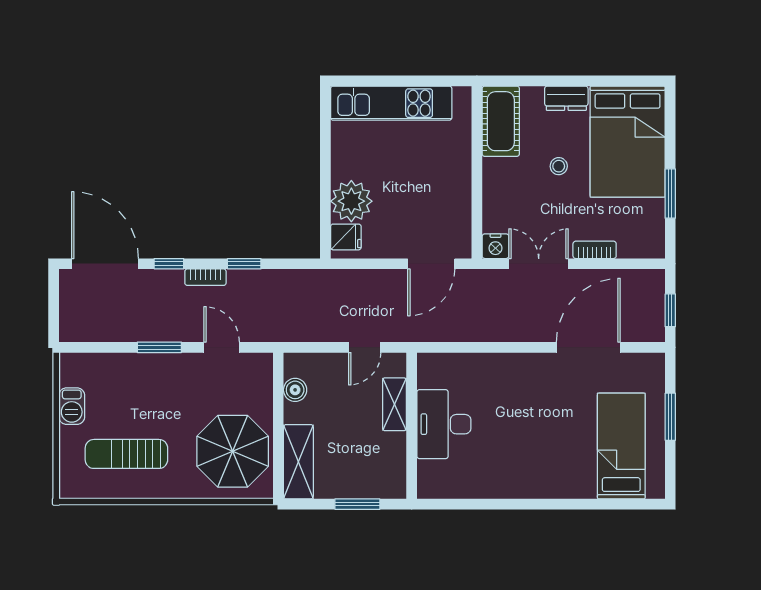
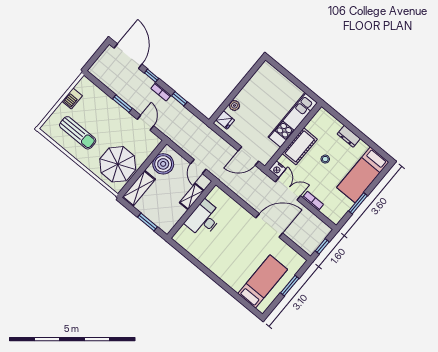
kitchen unit: (391, 103) -> (293, 120), moved, turned 90
cot: (501, 121) -> (300, 146), moved
bed: (628, 142) -> (363, 175), width x0.67
plant: (351, 201) -> (234, 105), width x0.53, depth x0.53
door: (365, 347) -> (198, 166), hinge flipped
door: (588, 347) -> (269, 225), moved
boiler: (295, 390) -> (163, 164), width x1.86, depth x1.86
sun lounger: (126, 454) -> (78, 133), turned 180

